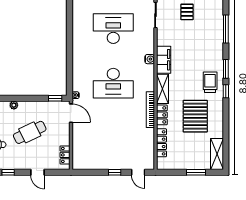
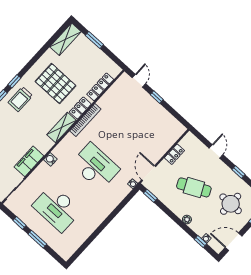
filing cabinet: (164, 60) -> (29, 161), moved
pallet: (195, 116) -> (56, 84), turned 90
locker: (65, 155) -> (174, 154), moved

